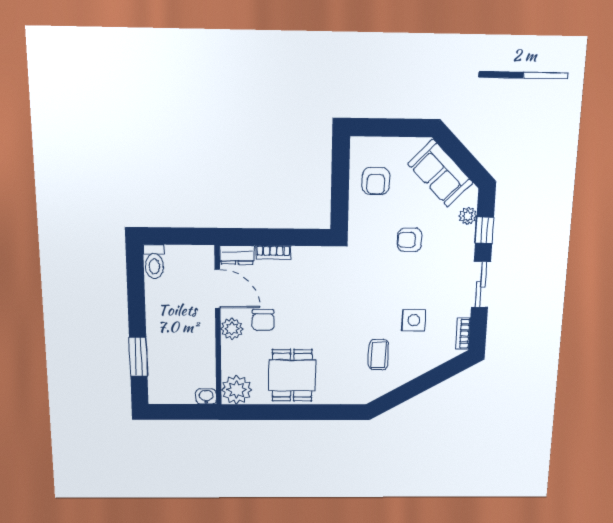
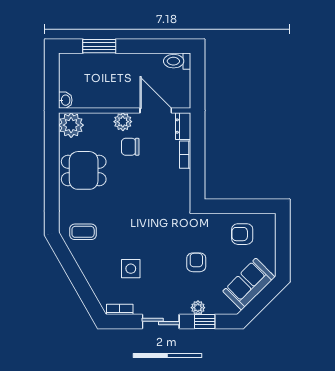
plant: (468, 216) -> (198, 308), moved
door: (217, 289) -> (156, 110), swing flipped
coffee table: (379, 355) -> (83, 232), moved

